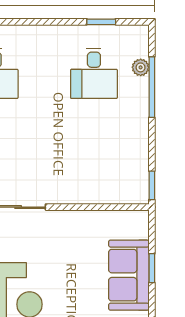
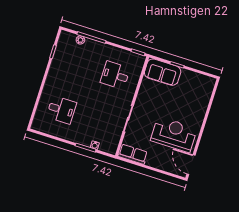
desk: (94, 73) -> (115, 75), moved, turned 180
sofa: (129, 275) -> (163, 72), moved

